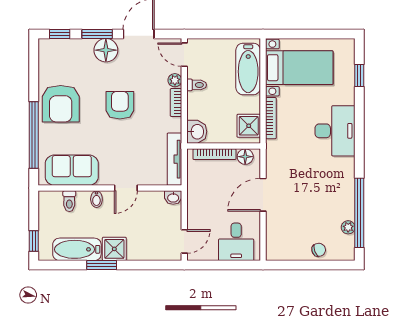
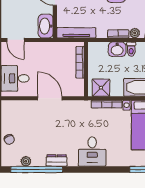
desk: (335, 131) -> (92, 152), width x0.73
washbasin: (197, 132) -> (117, 49), moved
floor lamp: (245, 157) -> (78, 85), removed
dresser: (347, 186) -> (57, 160), added
washbasin: (173, 198) -> (46, 26), width x1.91, depth x1.45

